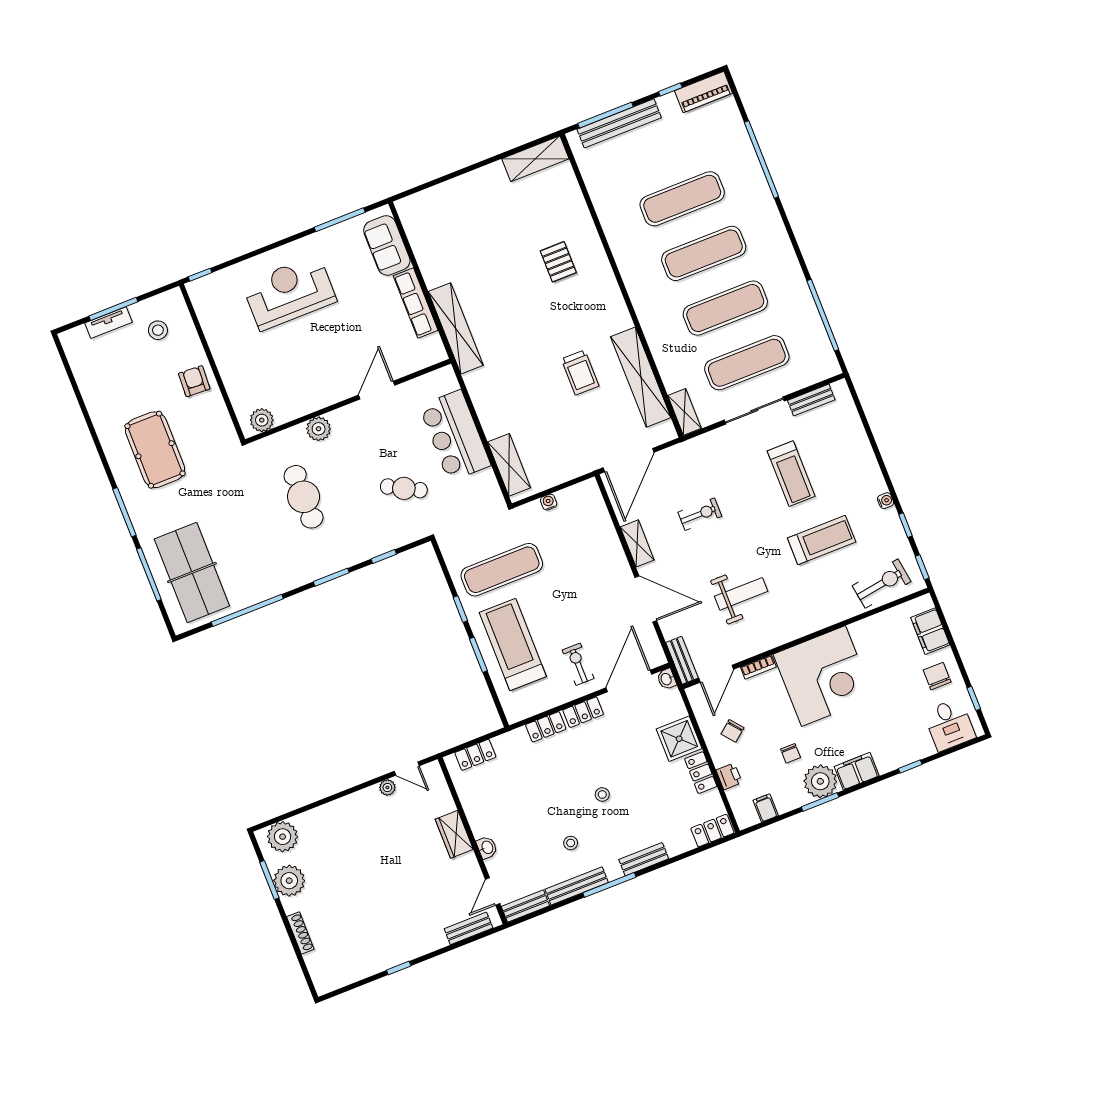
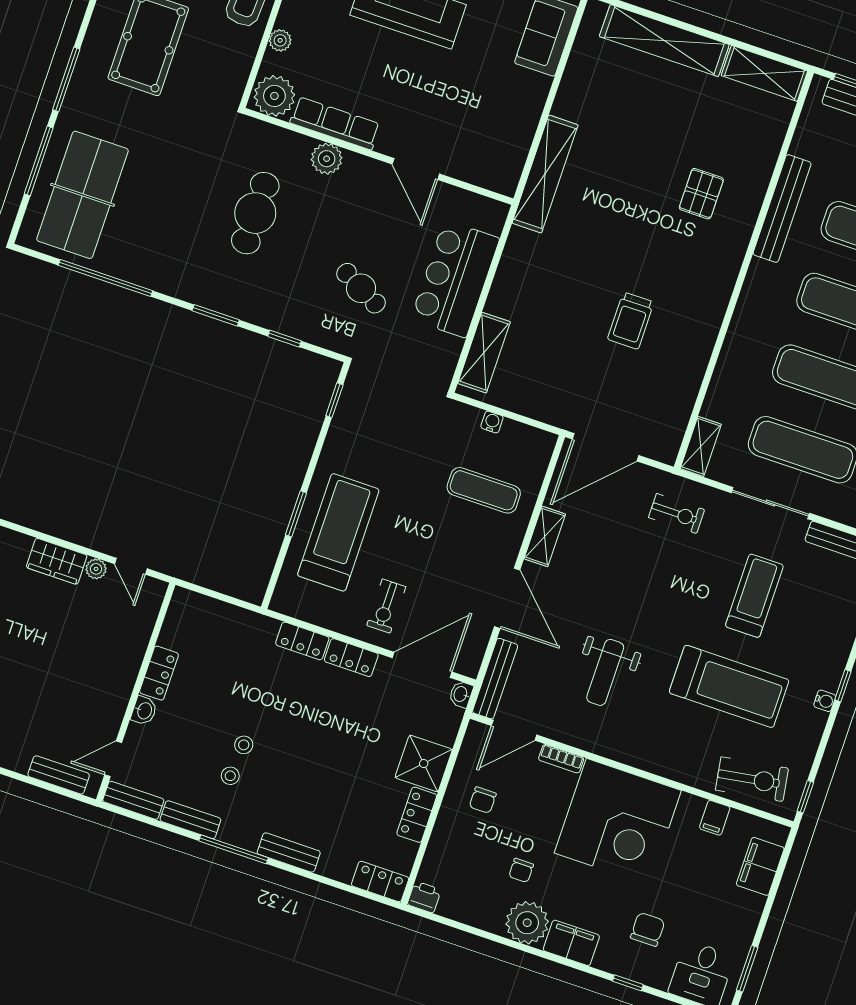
bench: (614, 230) -> (782, 209), added
row of seats: (416, 303) -> (335, 123), moved, turned 90
shelving: (641, 377) -> (664, 41), moved, turned 90
plant: (232, 382) -> (280, 40), added
door: (377, 390) -> (416, 169), swing flipped
plant: (262, 420) -> (274, 96), width x1.36, depth x1.36
treadmill: (791, 474) -> (754, 596), turned 180
exercise bike: (700, 514) -> (677, 514), moved
window: (906, 525) -> (843, 686), moved
treadmill: (822, 540) -> (729, 686), width x1.37, depth x1.38
exercise mat: (502, 570) -> (484, 490), moved, width x0.73, depth x0.69
weight bench: (741, 594) -> (605, 672), turned 90
window: (460, 609) -> (334, 400), moved
bench: (682, 660) -> (495, 679), width x1.36
exercise bike: (578, 664) -> (386, 606), turned 180
chair: (937, 676) -> (648, 929), moved
window: (974, 698) -> (747, 969), width x1.50
chair: (733, 731) -> (483, 800), turned -51
locker: (475, 755) -> (159, 673), moved, turned -90
printer: (729, 776) -> (424, 897), moved, turned -90
stool: (602, 795) -> (244, 745), moved
window: (820, 802) -> (510, 943), removed
filing cabinet: (766, 808) -> (715, 818), moved, turned 180
wardrobe: (454, 834) -> (57, 561), moved, turned -90
bench: (577, 886) -> (190, 820), width x0.73

